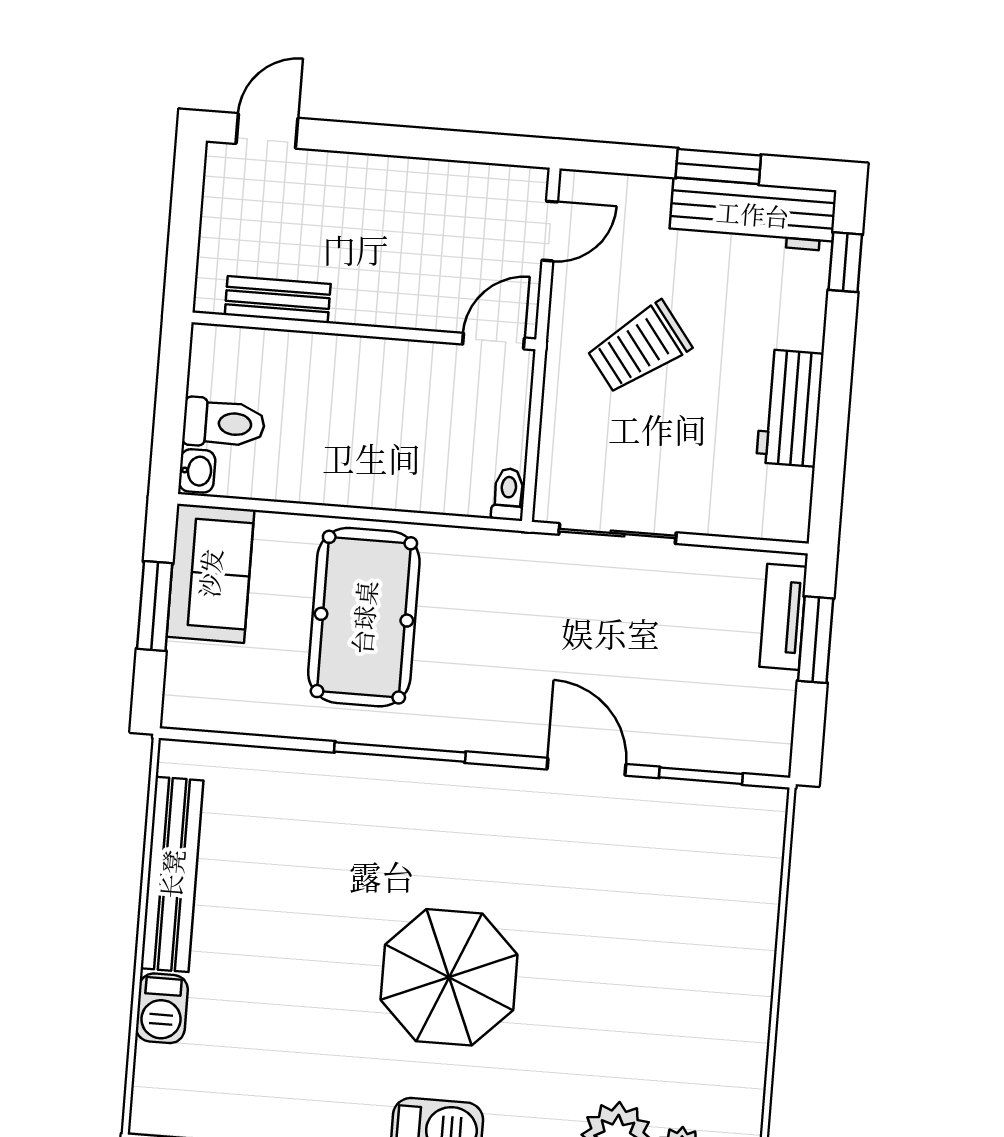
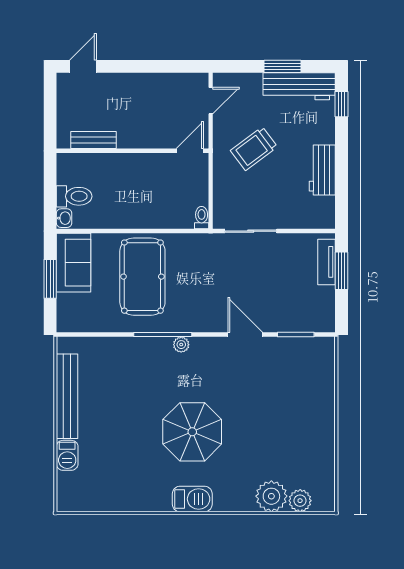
plant: (440, 778) -> (181, 345), added

